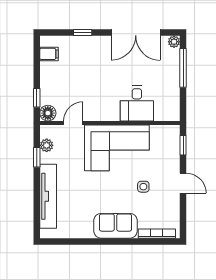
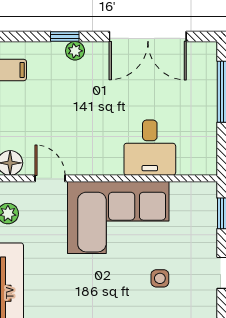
plant: (174, 42) -> (75, 51), moved
door: (73, 123) -> (50, 178), hinge flipped

